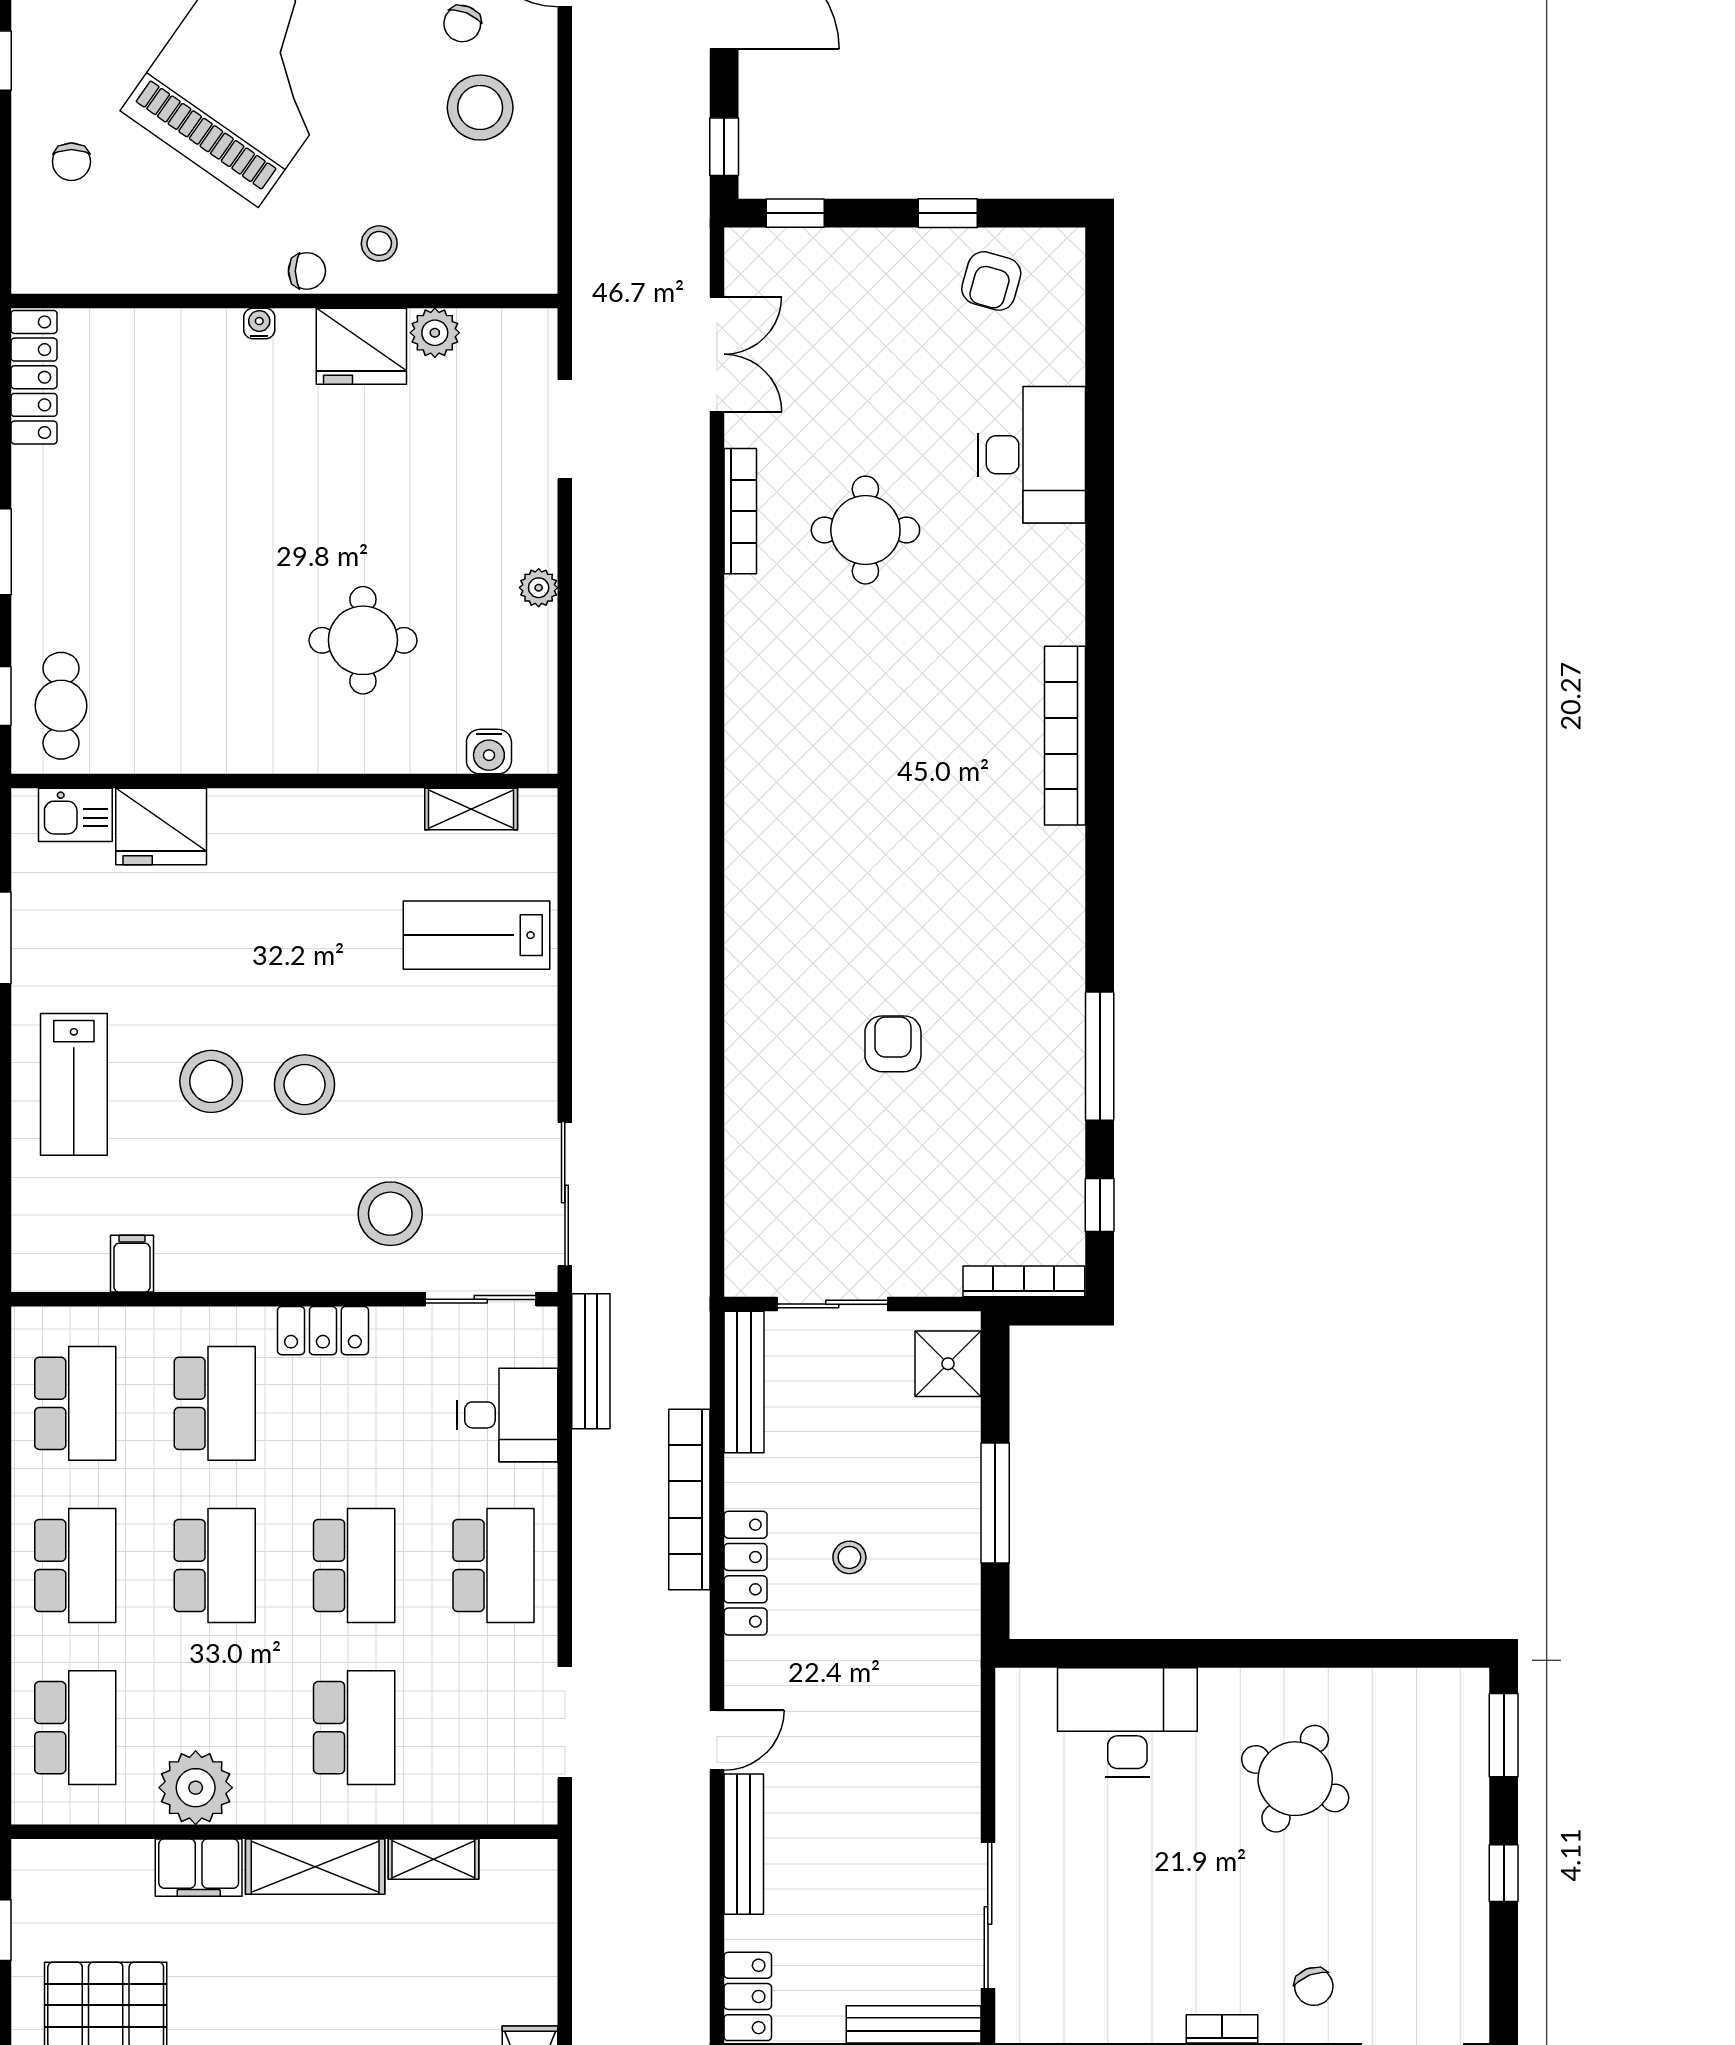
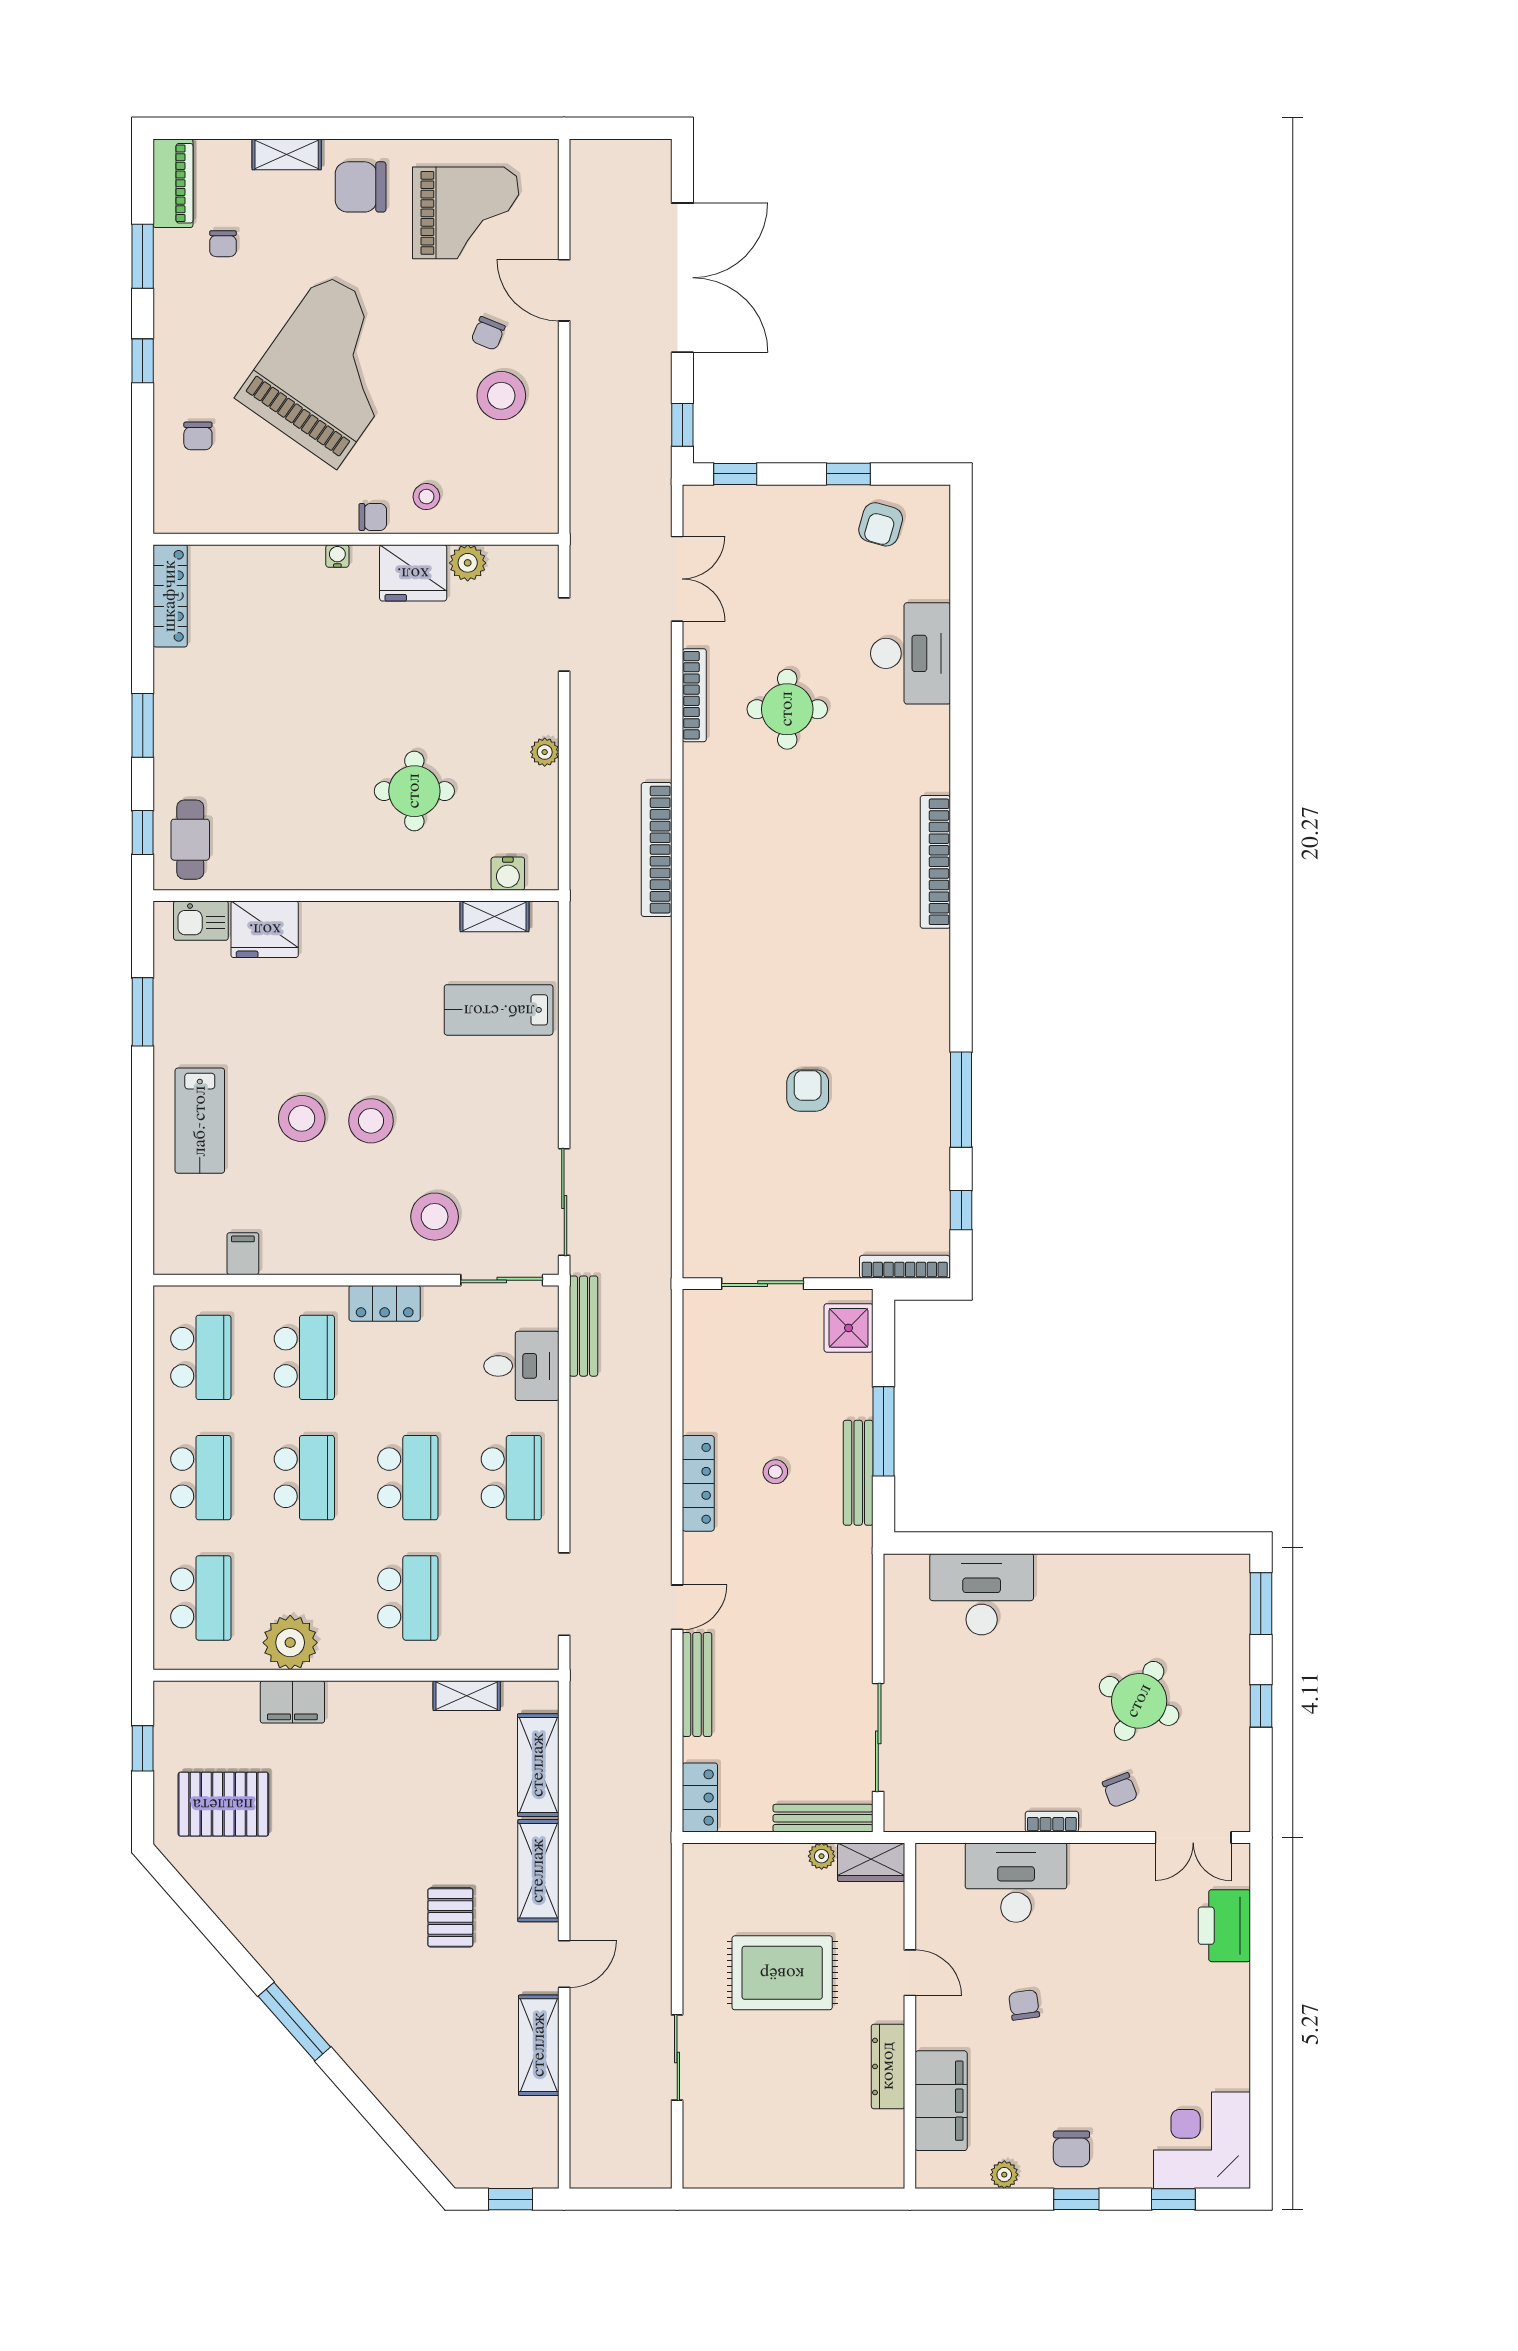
bench: (744, 1382) -> (858, 1473), moved
bookcase: (689, 1499) -> (657, 850), moved
round table: (1295, 1779) -> (1139, 1701), moved
shelving: (315, 1867) -> (538, 1765), moved, turned 90

